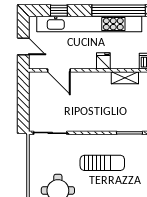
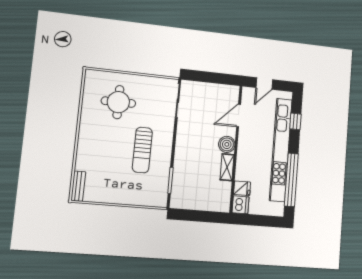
fridge: (103, 61) -> (242, 188), moved
shelving: (125, 78) -> (227, 167), moved
boiler: (89, 80) -> (227, 144), added

